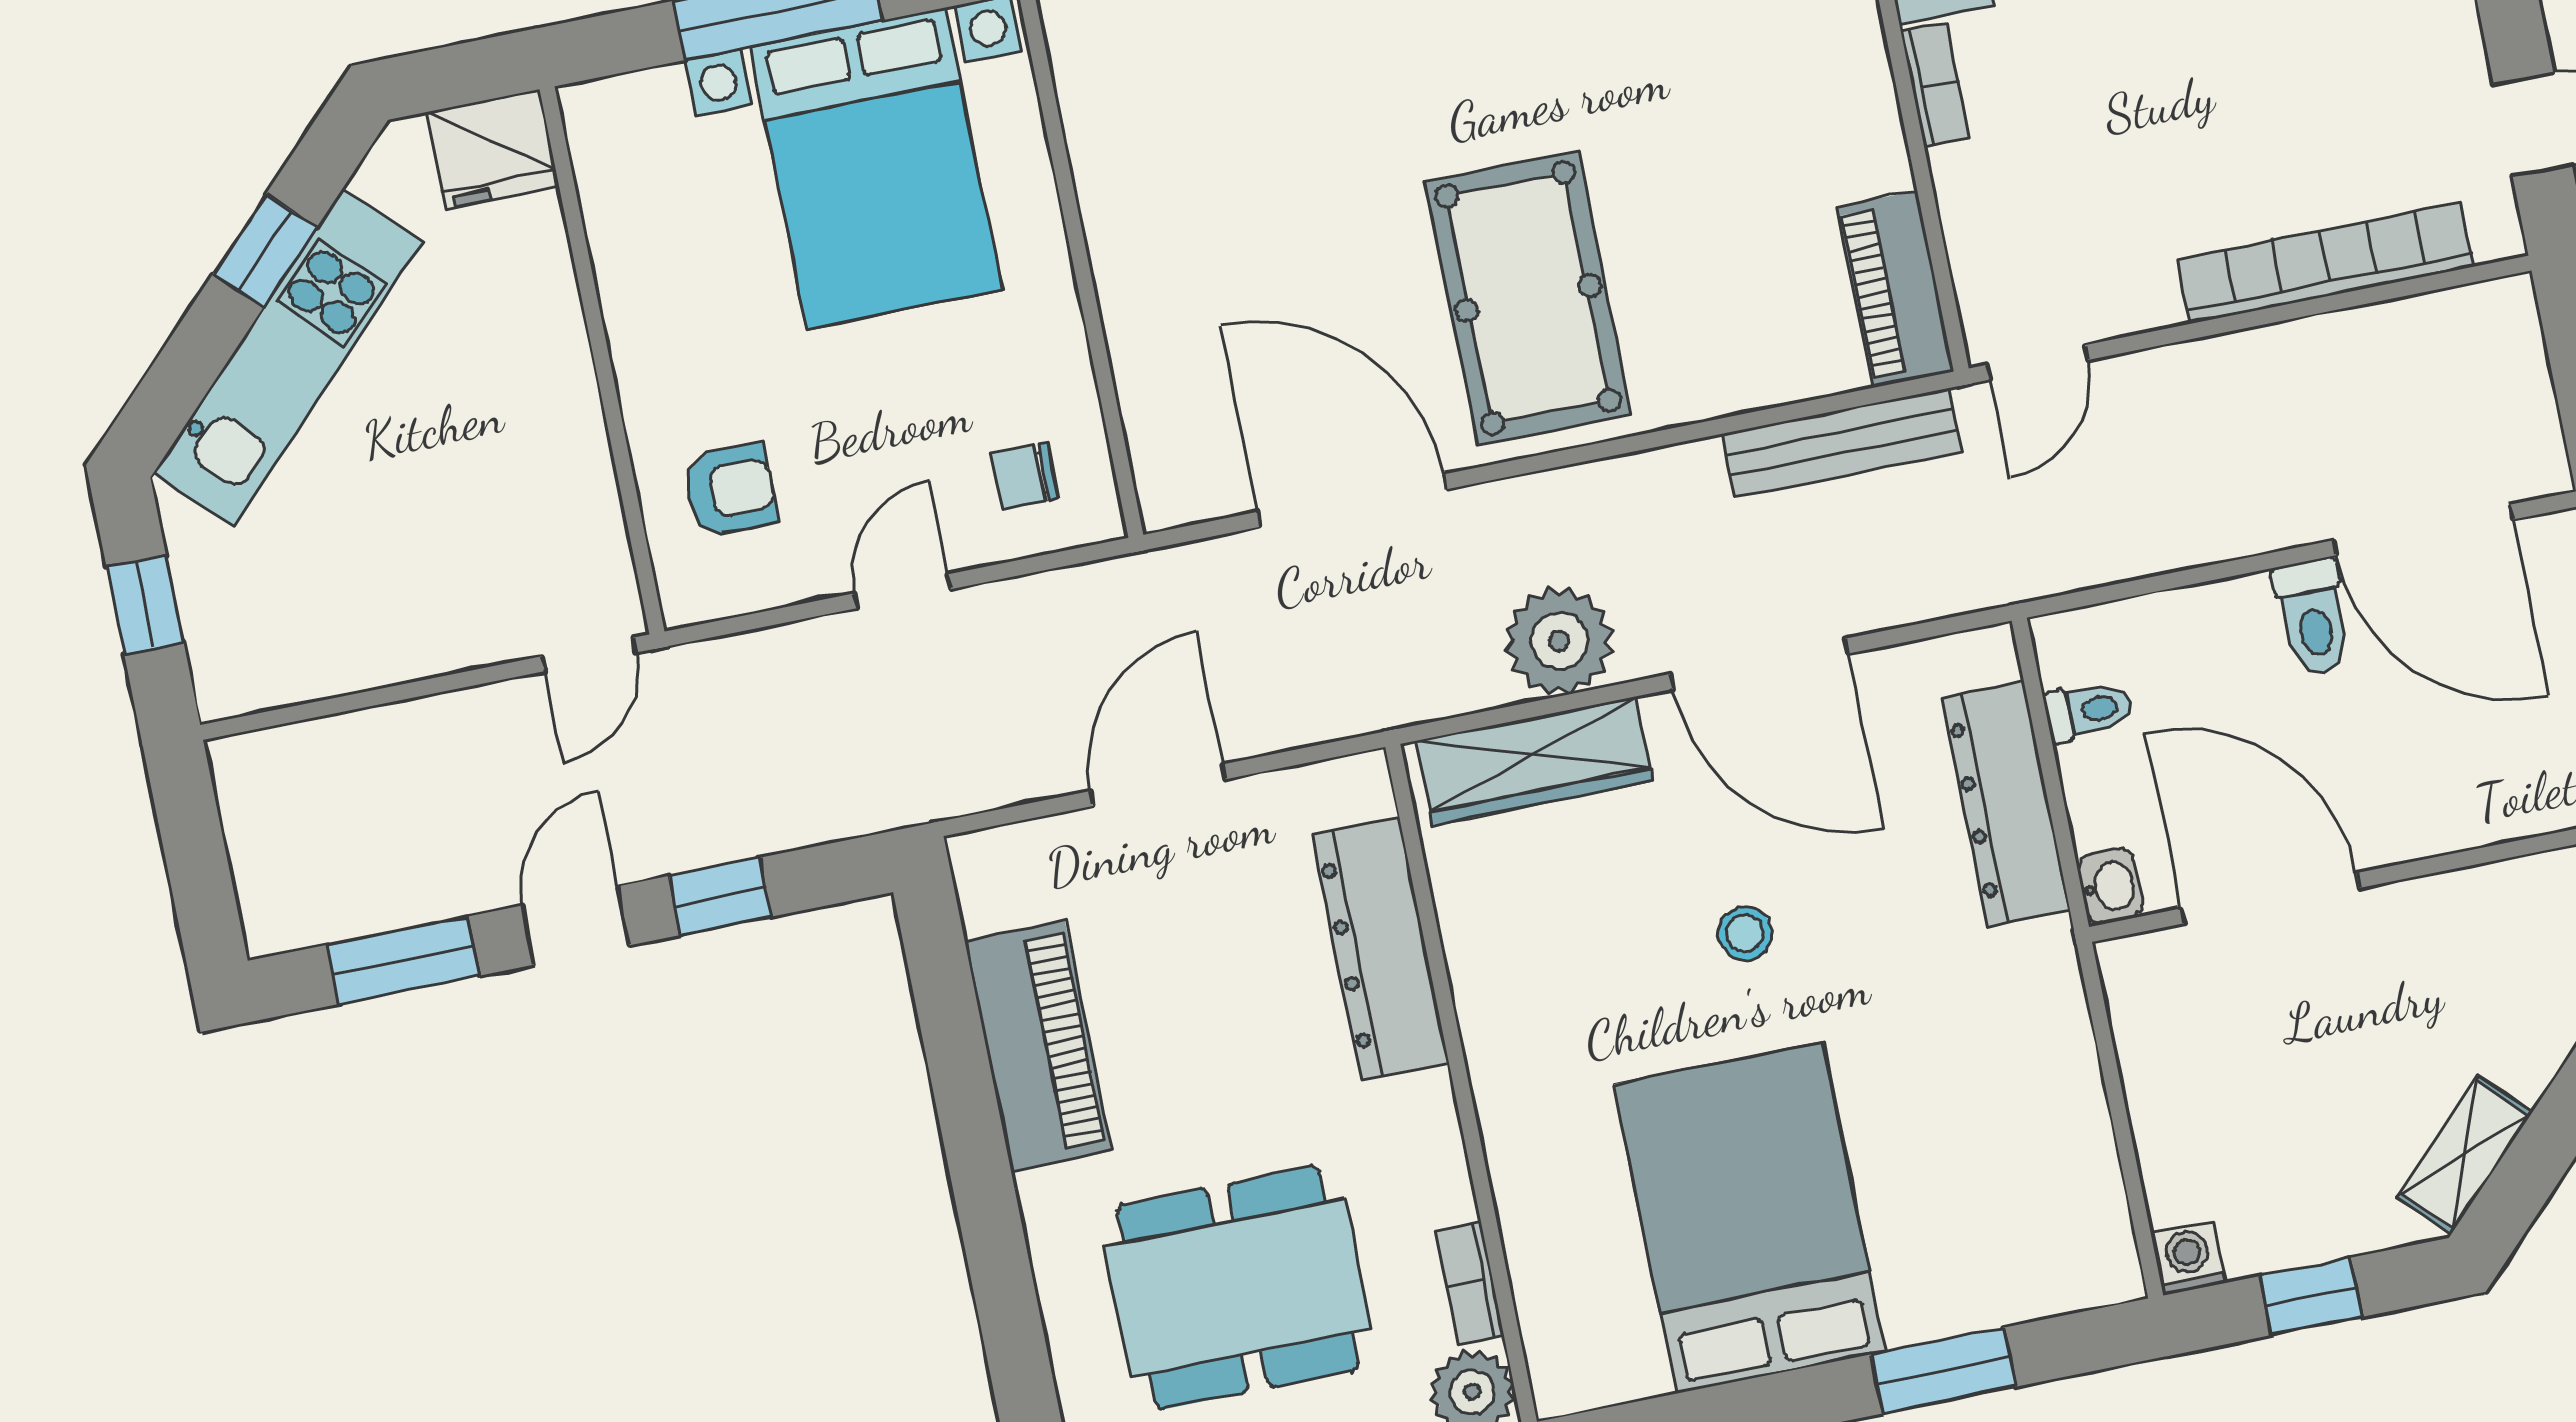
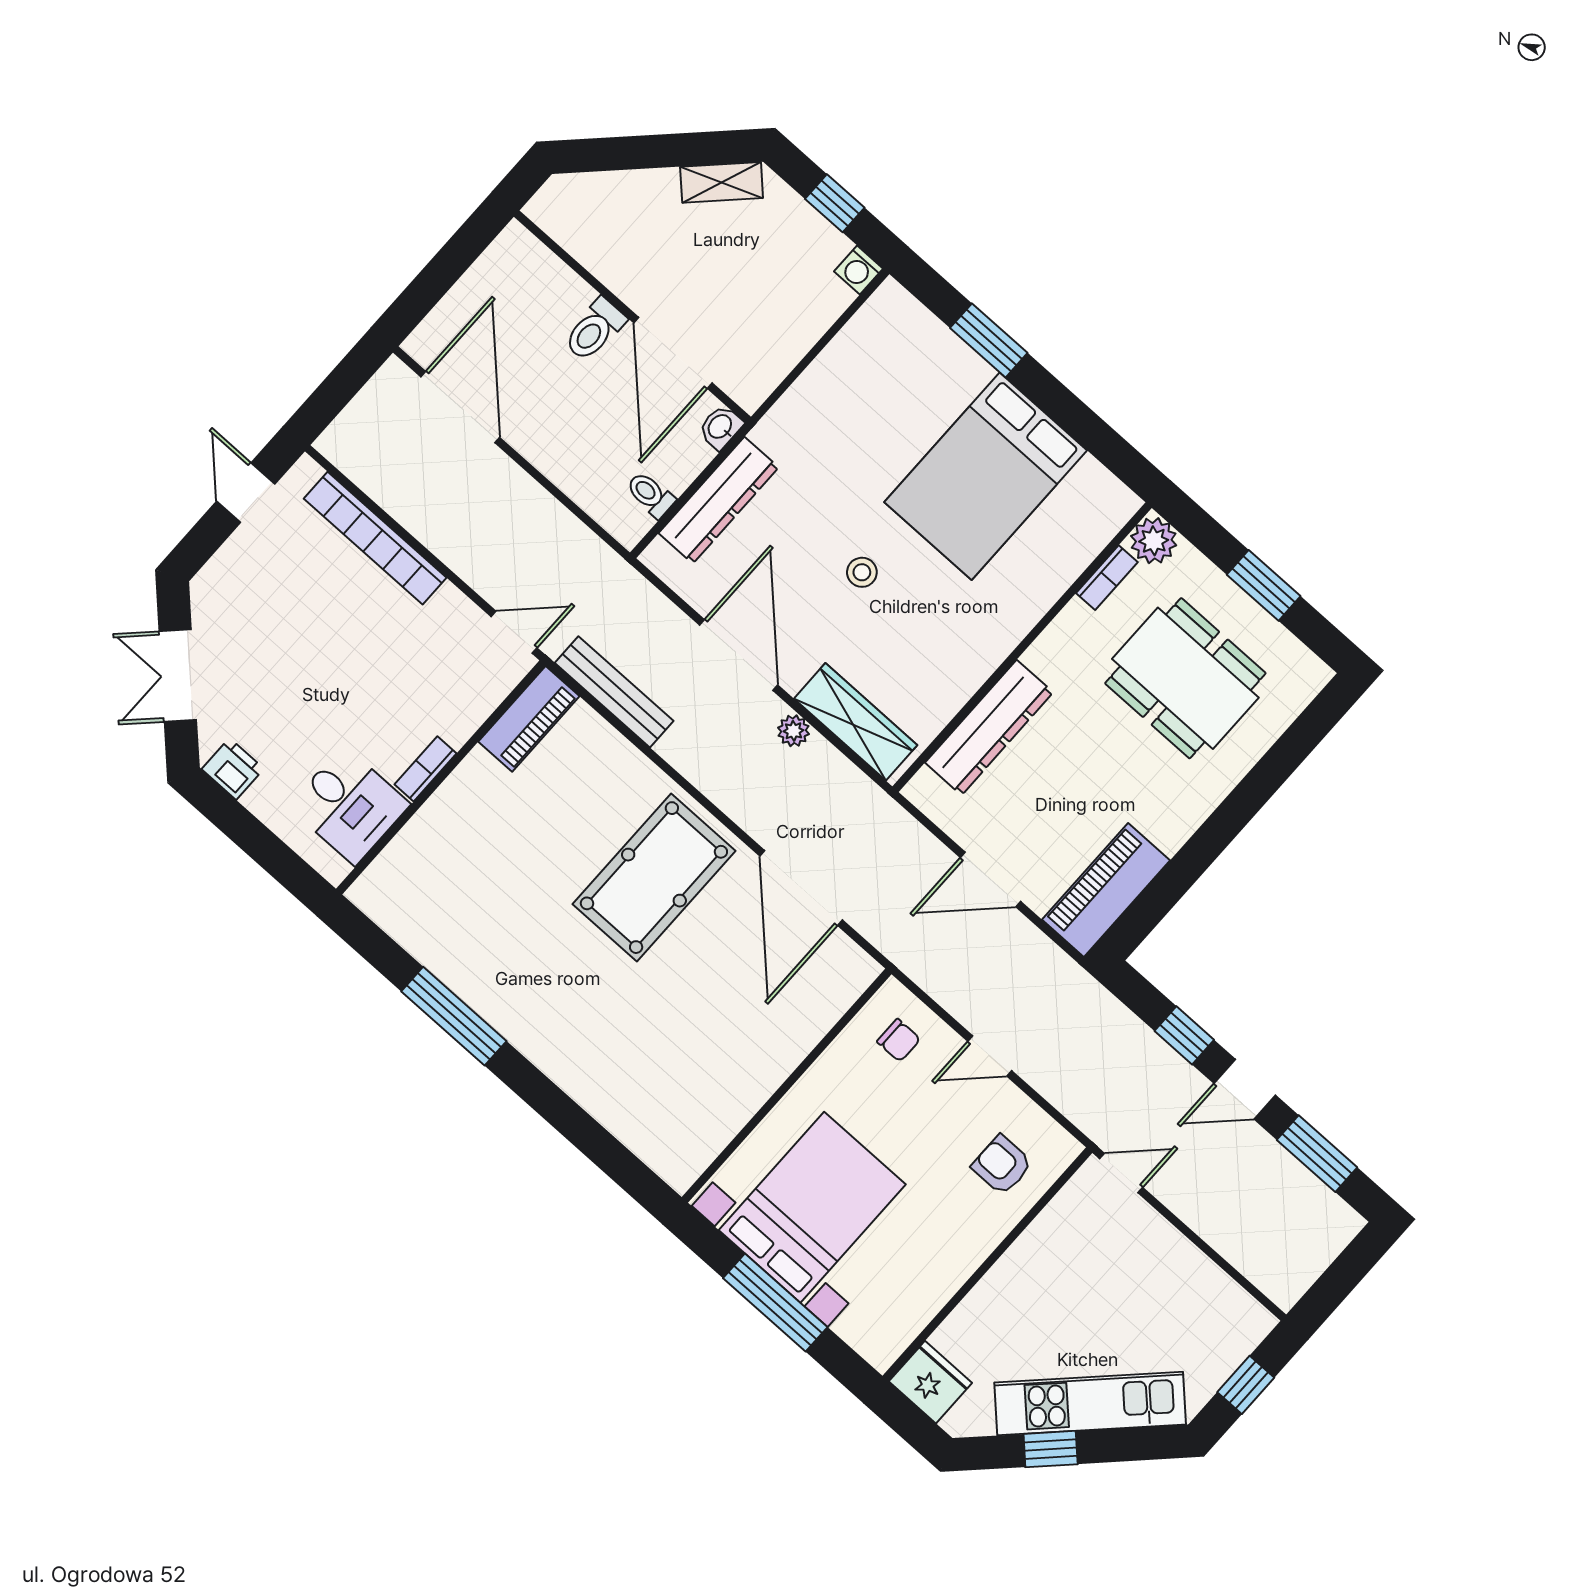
toilet: (2313, 617) -> (595, 330), moved, turned 180
plant: (1559, 641) -> (794, 731), width x0.53, depth x0.53
piano: (1038, 1046) -> (1106, 890), moved

